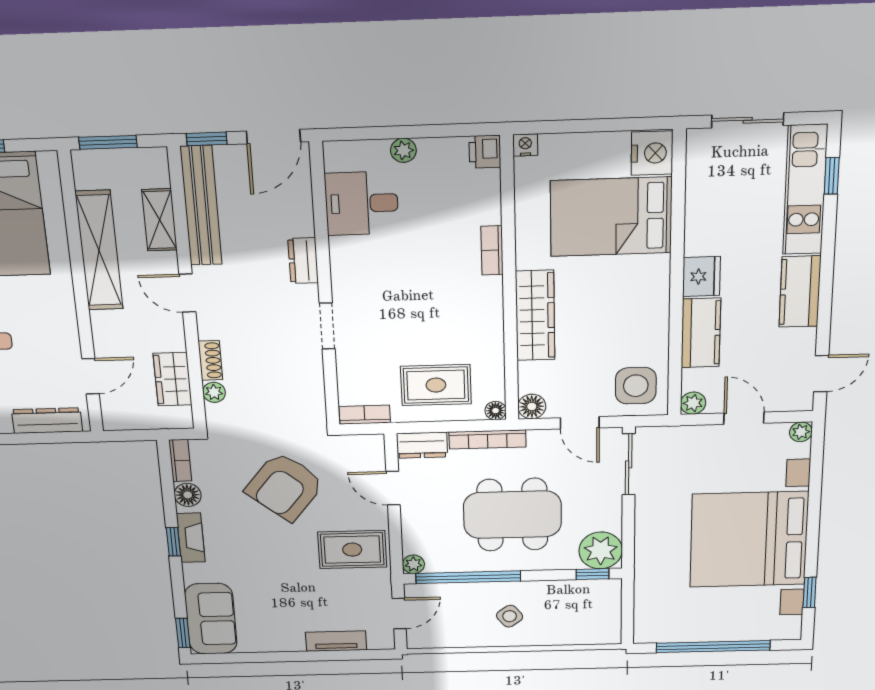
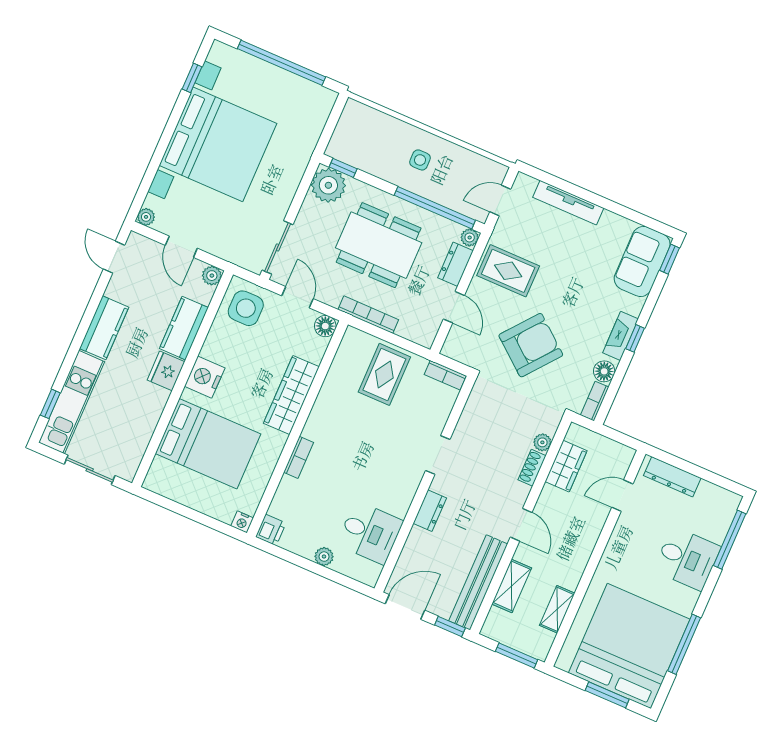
nightstand: (652, 153) -> (205, 377), moved
shelving: (99, 250) -> (557, 609), width x0.45, depth x0.75
door: (821, 374) -> (114, 257), hinge flipped
rug: (436, 385) -> (384, 374), turned 90
floor lamp: (496, 411) -> (352, 335), removed
dresser: (422, 445) -> (455, 264), moved, turned -90
side table: (510, 616) -> (420, 160), turned 37
tv unit: (336, 641) -> (568, 203), width x1.41

